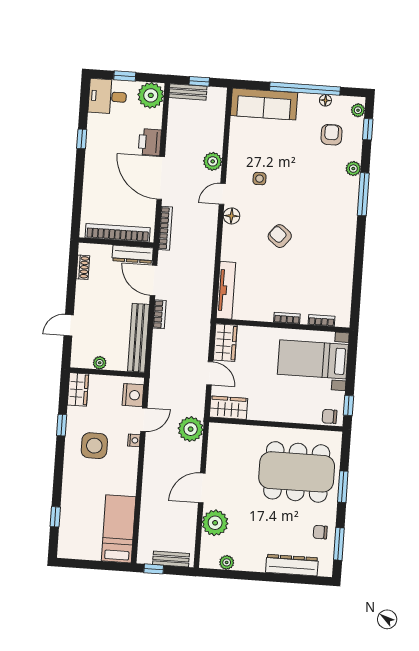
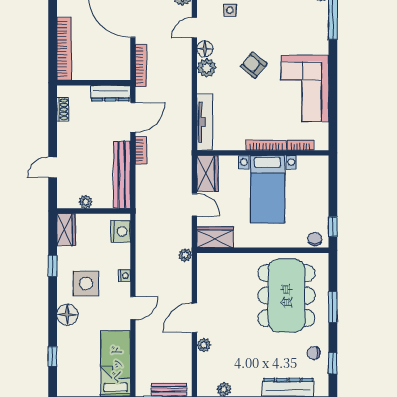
bookcase: (118, 233) -> (64, 49), moved, turned 90
plant: (232, 235) -> (207, 68), added
corner sofa: (330, 263) -> (305, 88), added
door: (154, 280) -> (133, 117), swing flipped
bookcase: (287, 318) -> (266, 145), width x1.56
bed with nightstands: (313, 359) -> (267, 189), moved, turned -90
chair: (329, 416) -> (315, 239), turned 90
door: (144, 420) -> (133, 308), moved
plant: (191, 429) -> (185, 255), width x0.53, depth x0.53
dining table: (297, 472) -> (286, 296), turned 90
floor lamp: (73, 476) -> (67, 315), added
plant: (215, 523) -> (204, 345), width x0.53, depth x0.53
window: (339, 544) -> (333, 363), width x0.67

